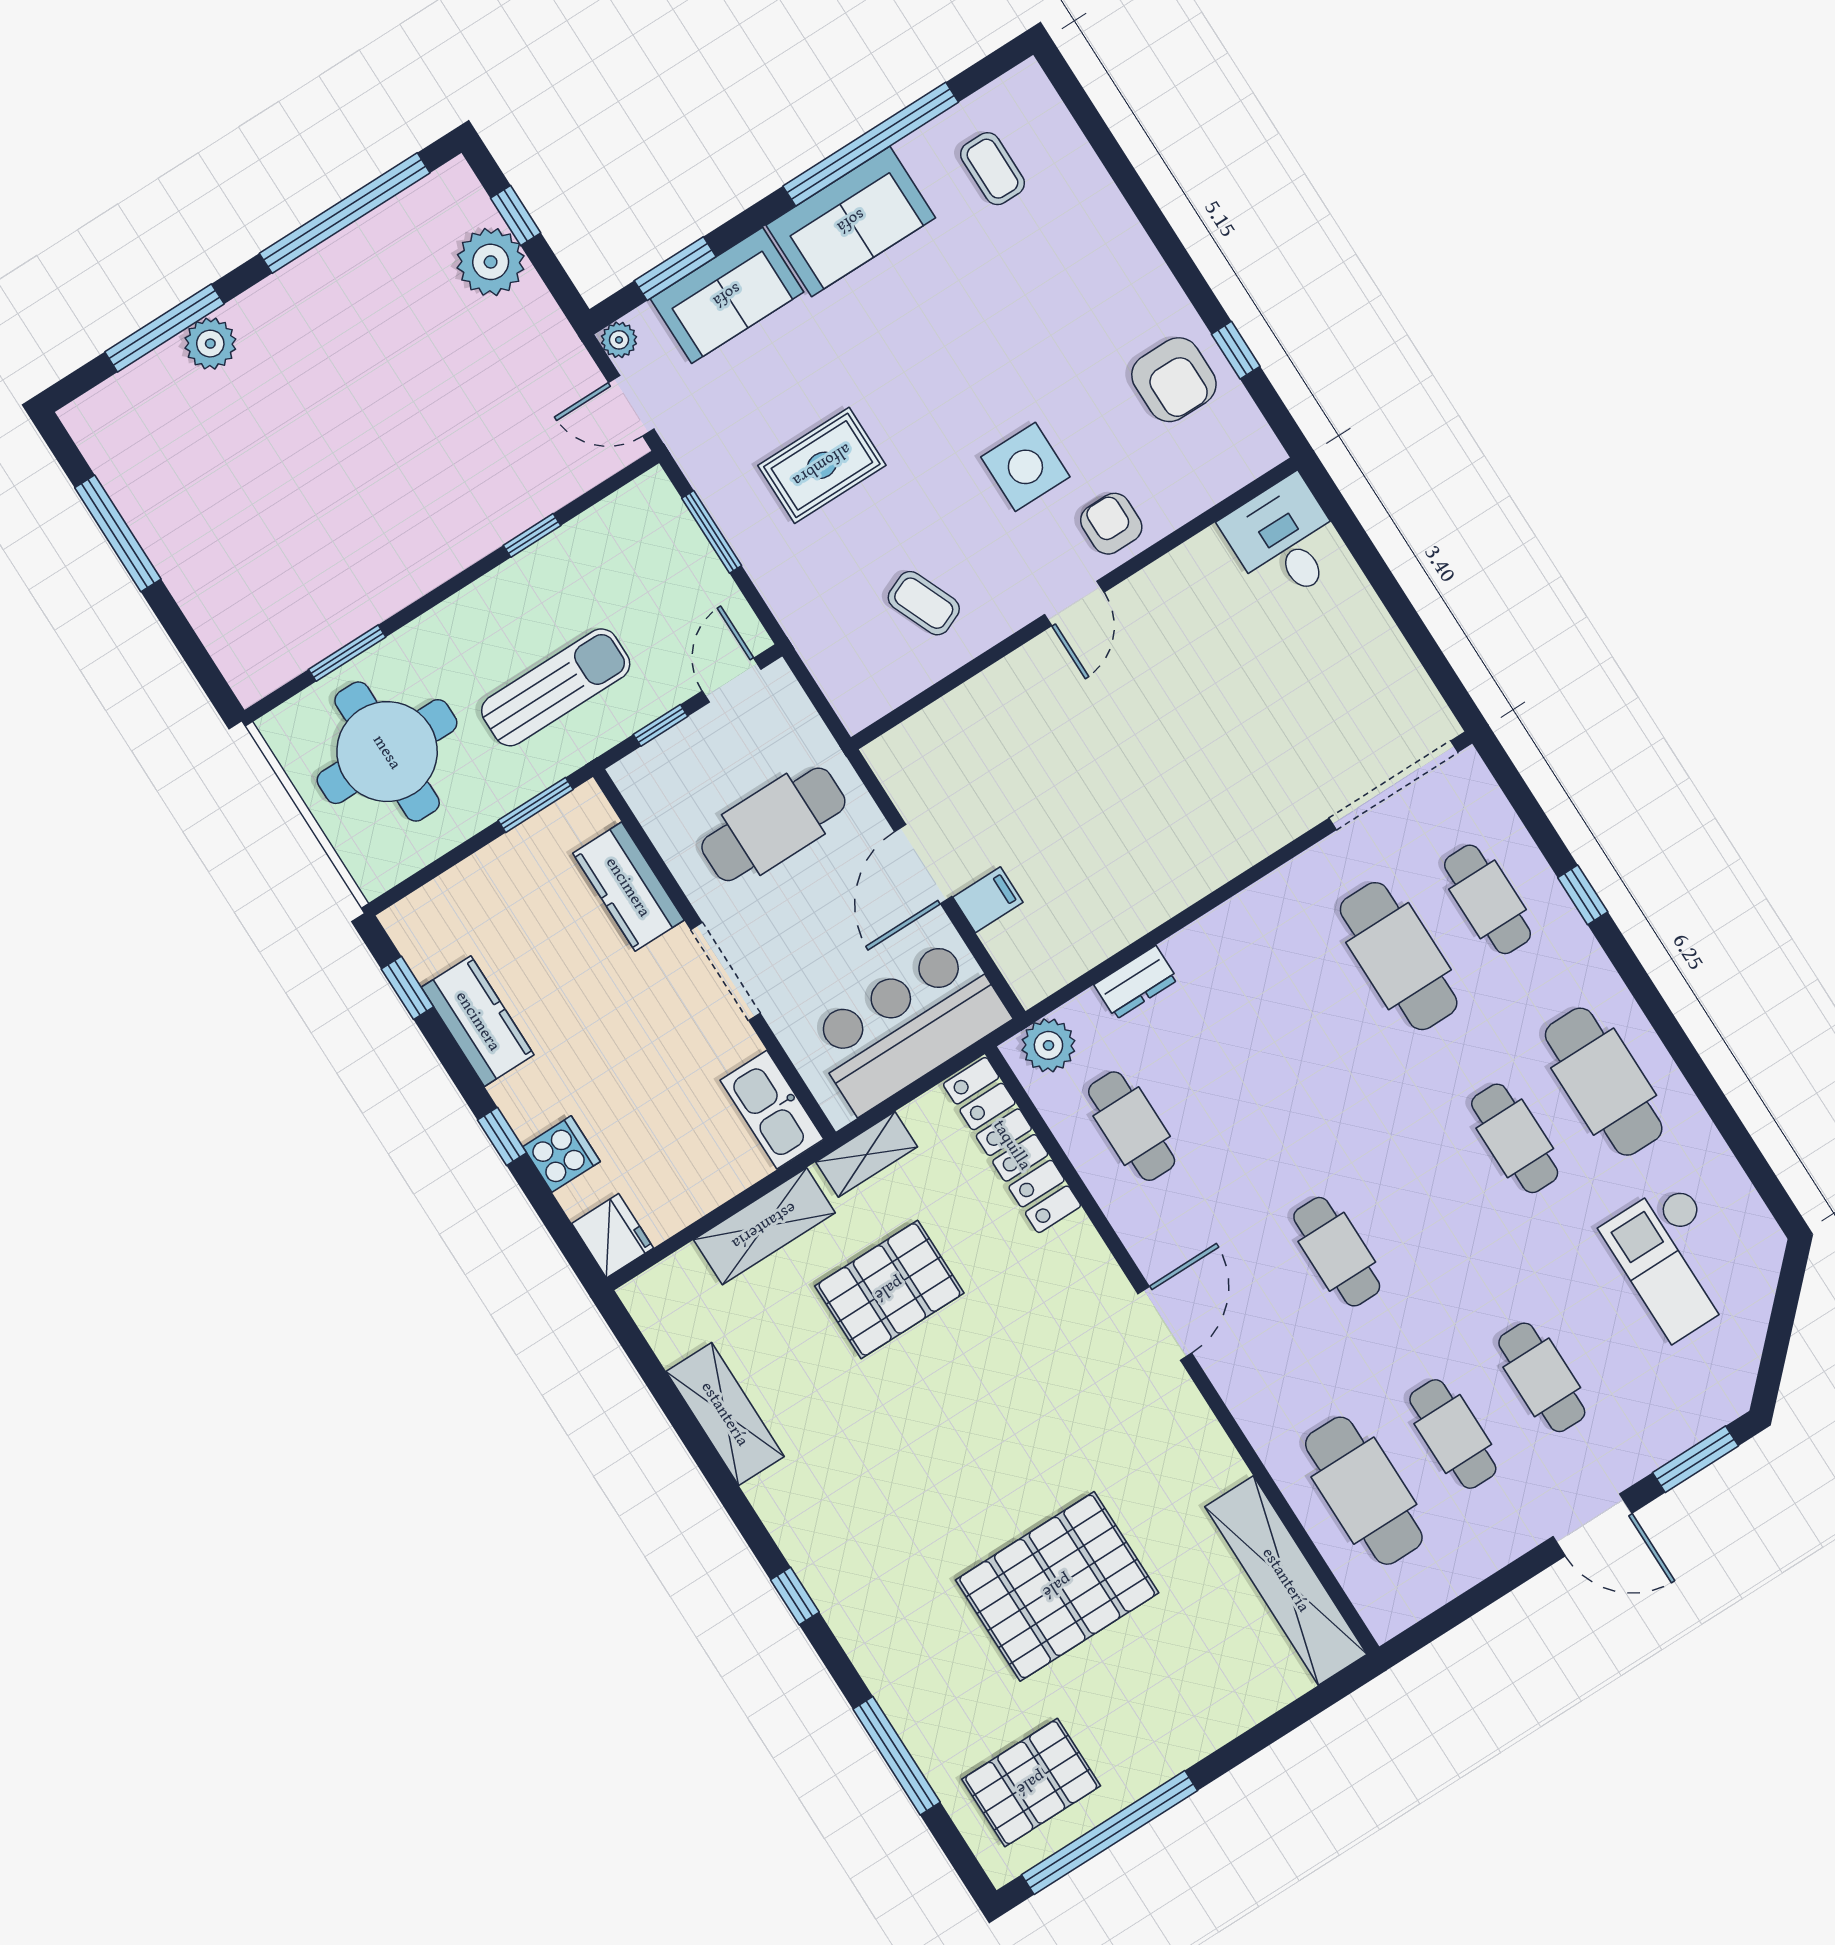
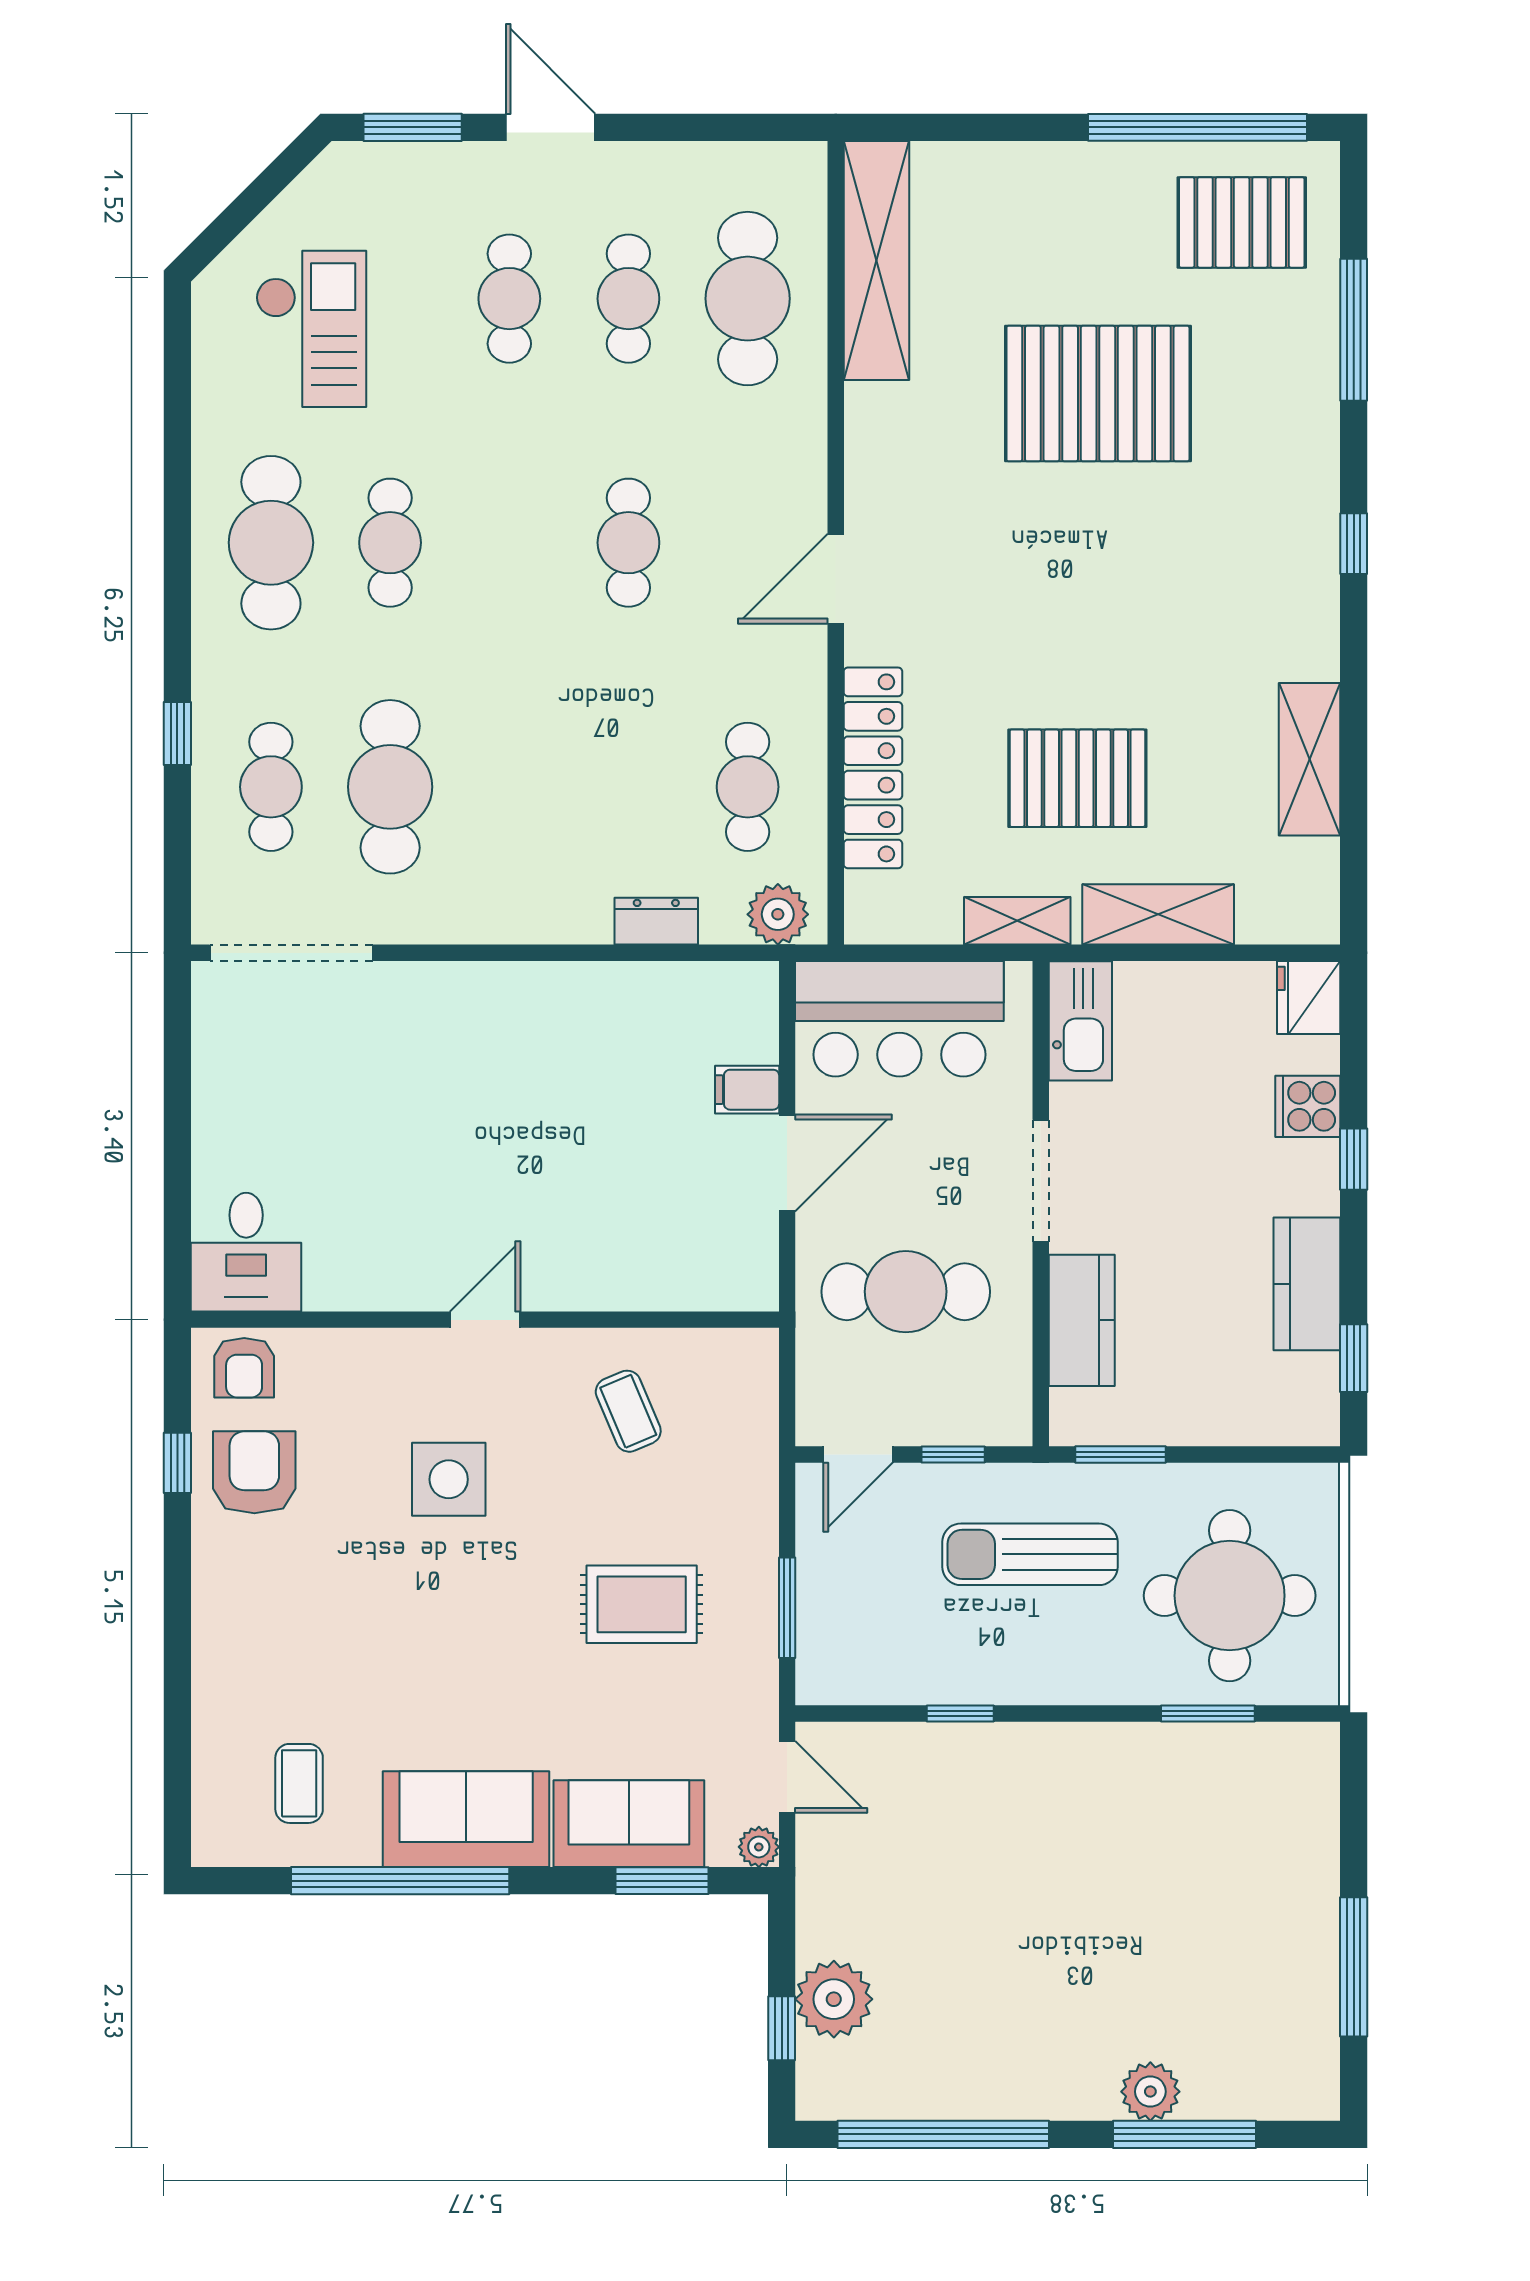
armchair: (1111, 524) -> (244, 1368), moved
locker: (1012, 1145) -> (873, 768), moved

